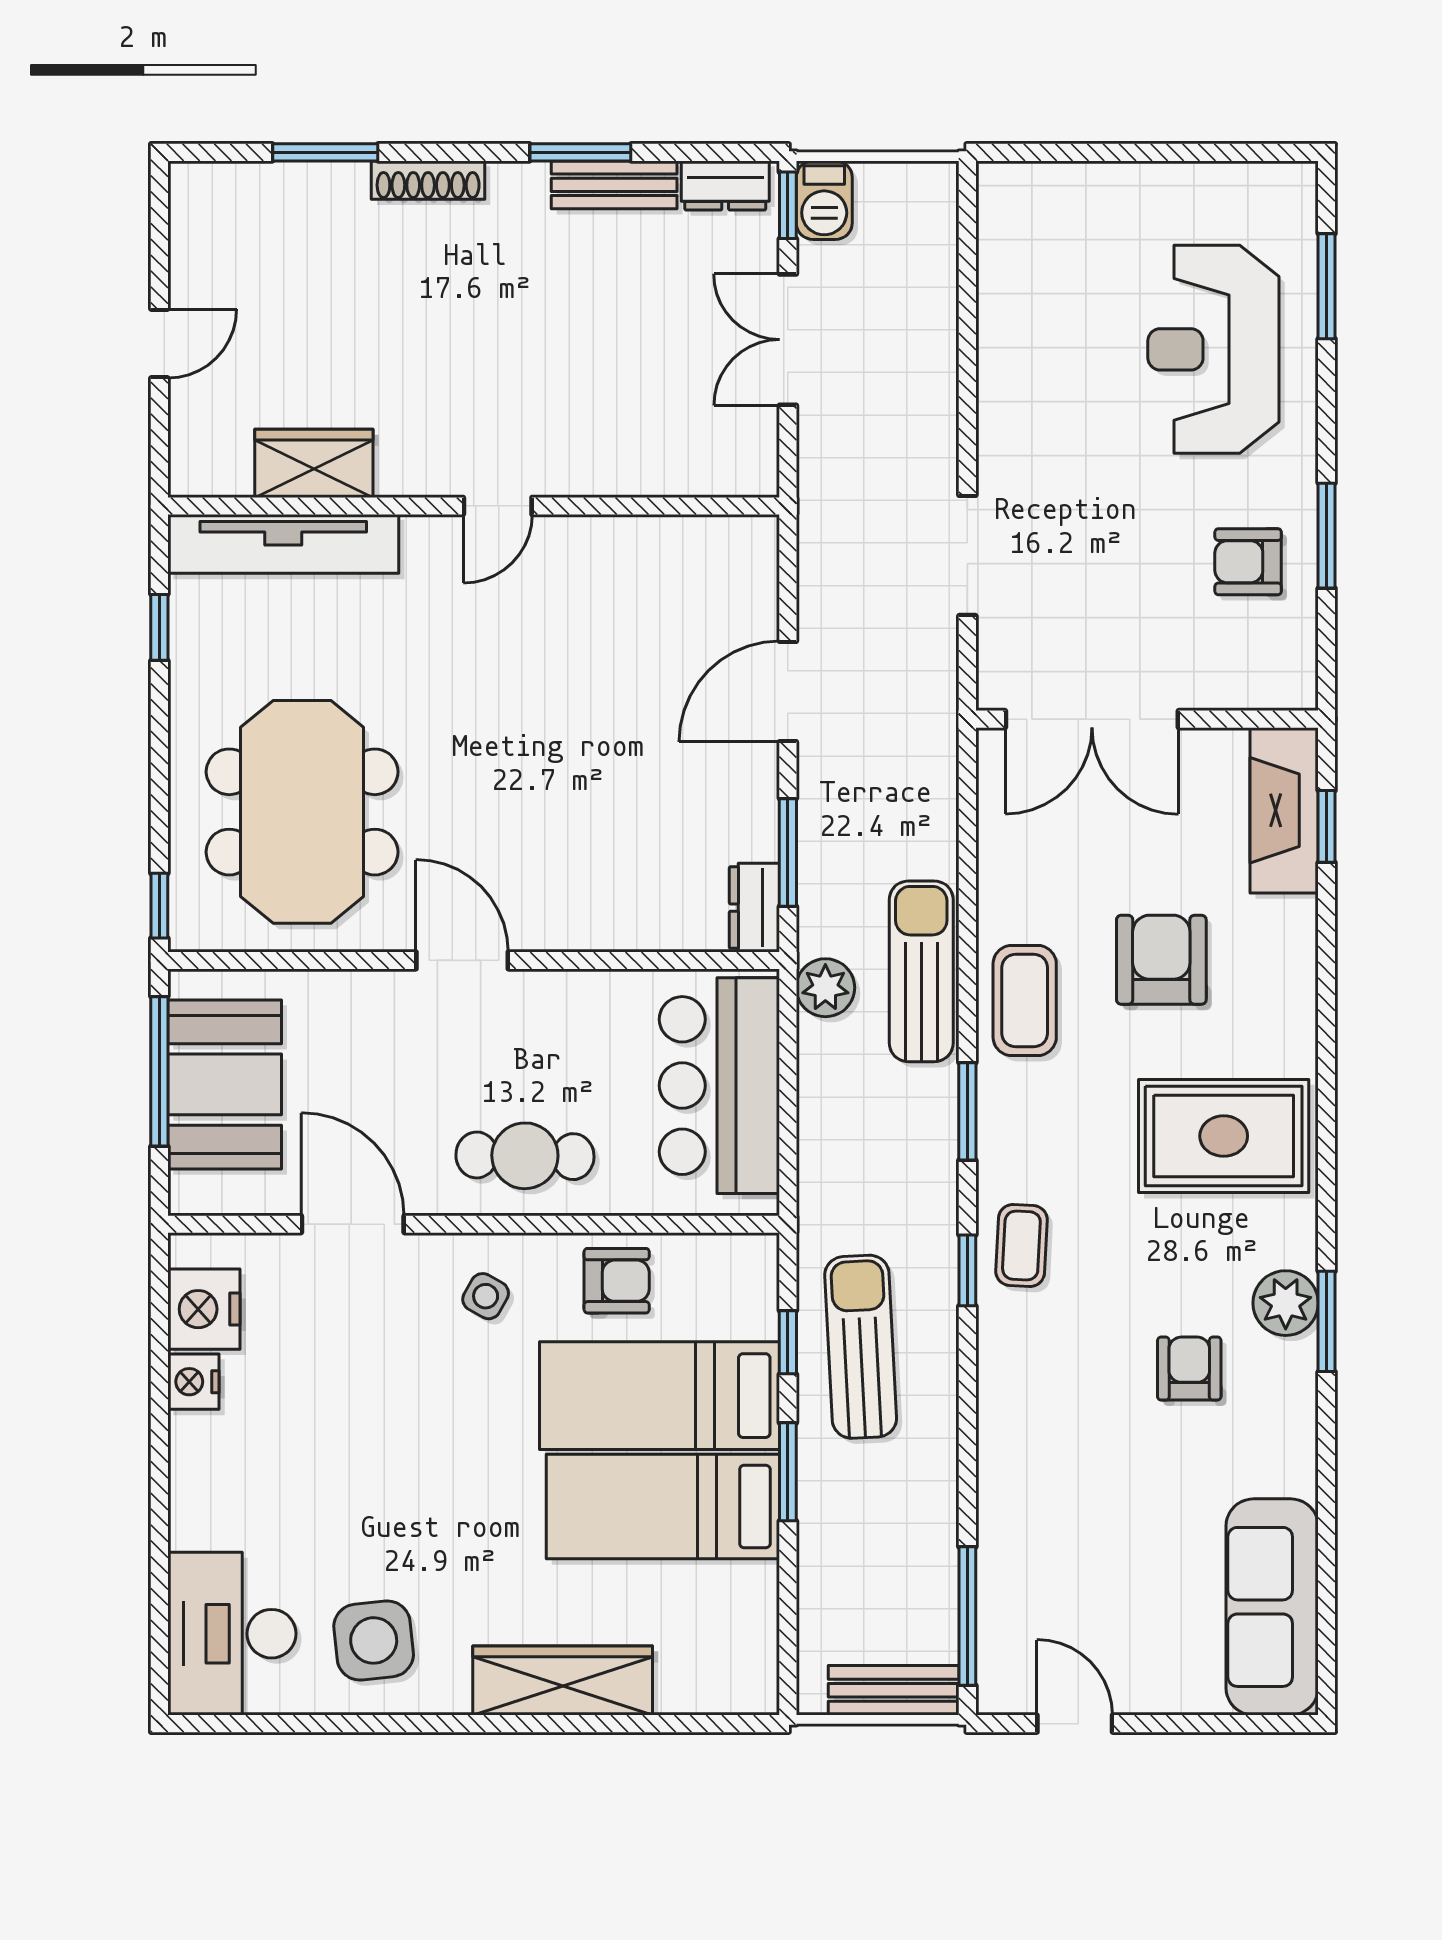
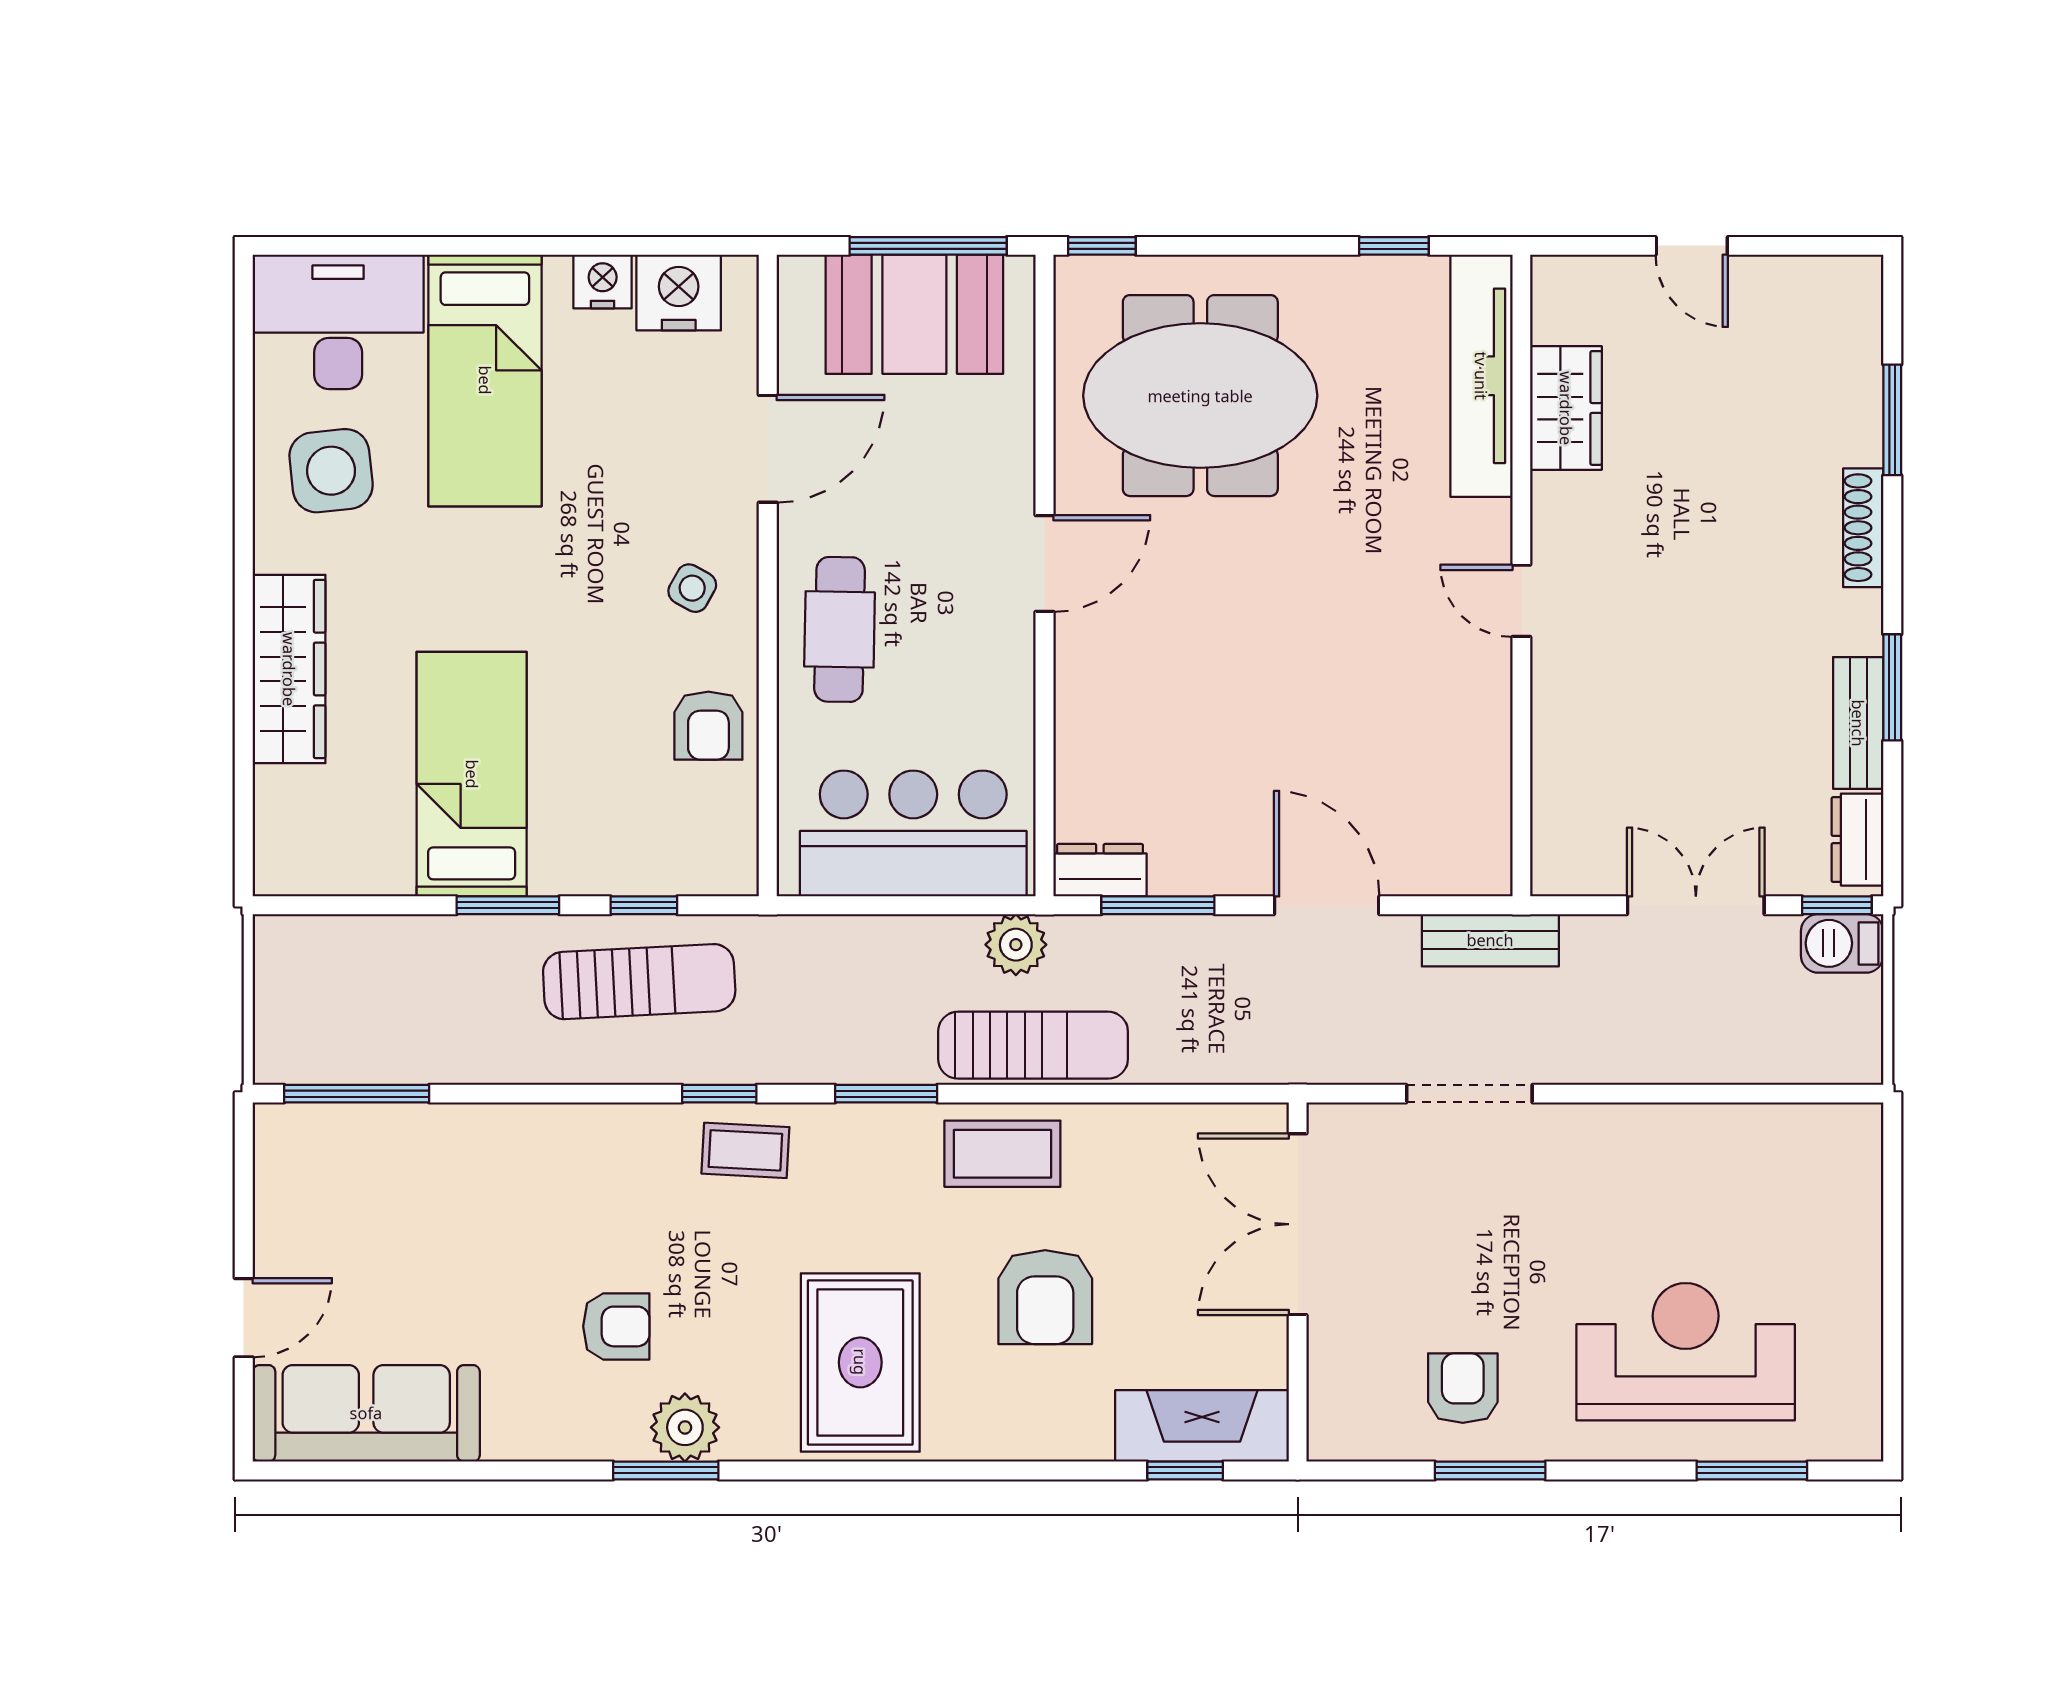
armchair: (1161, 960) -> (1045, 1297), turned 90
bed: (660, 1396) -> (485, 380), moved, turned 180
bench: (894, 1690) -> (1490, 940), moved, turned 90
door: (1075, 1724) -> (244, 1318), moved

